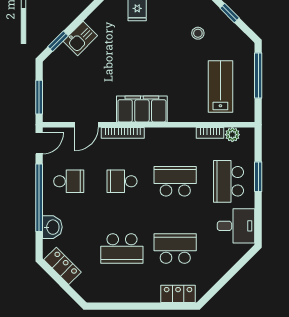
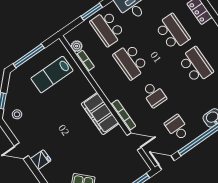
stool: (198, 33) -> (17, 114), moved
school desk: (228, 181) -> (107, 28), turned 90
school desk: (175, 249) -> (173, 32), turned 180

